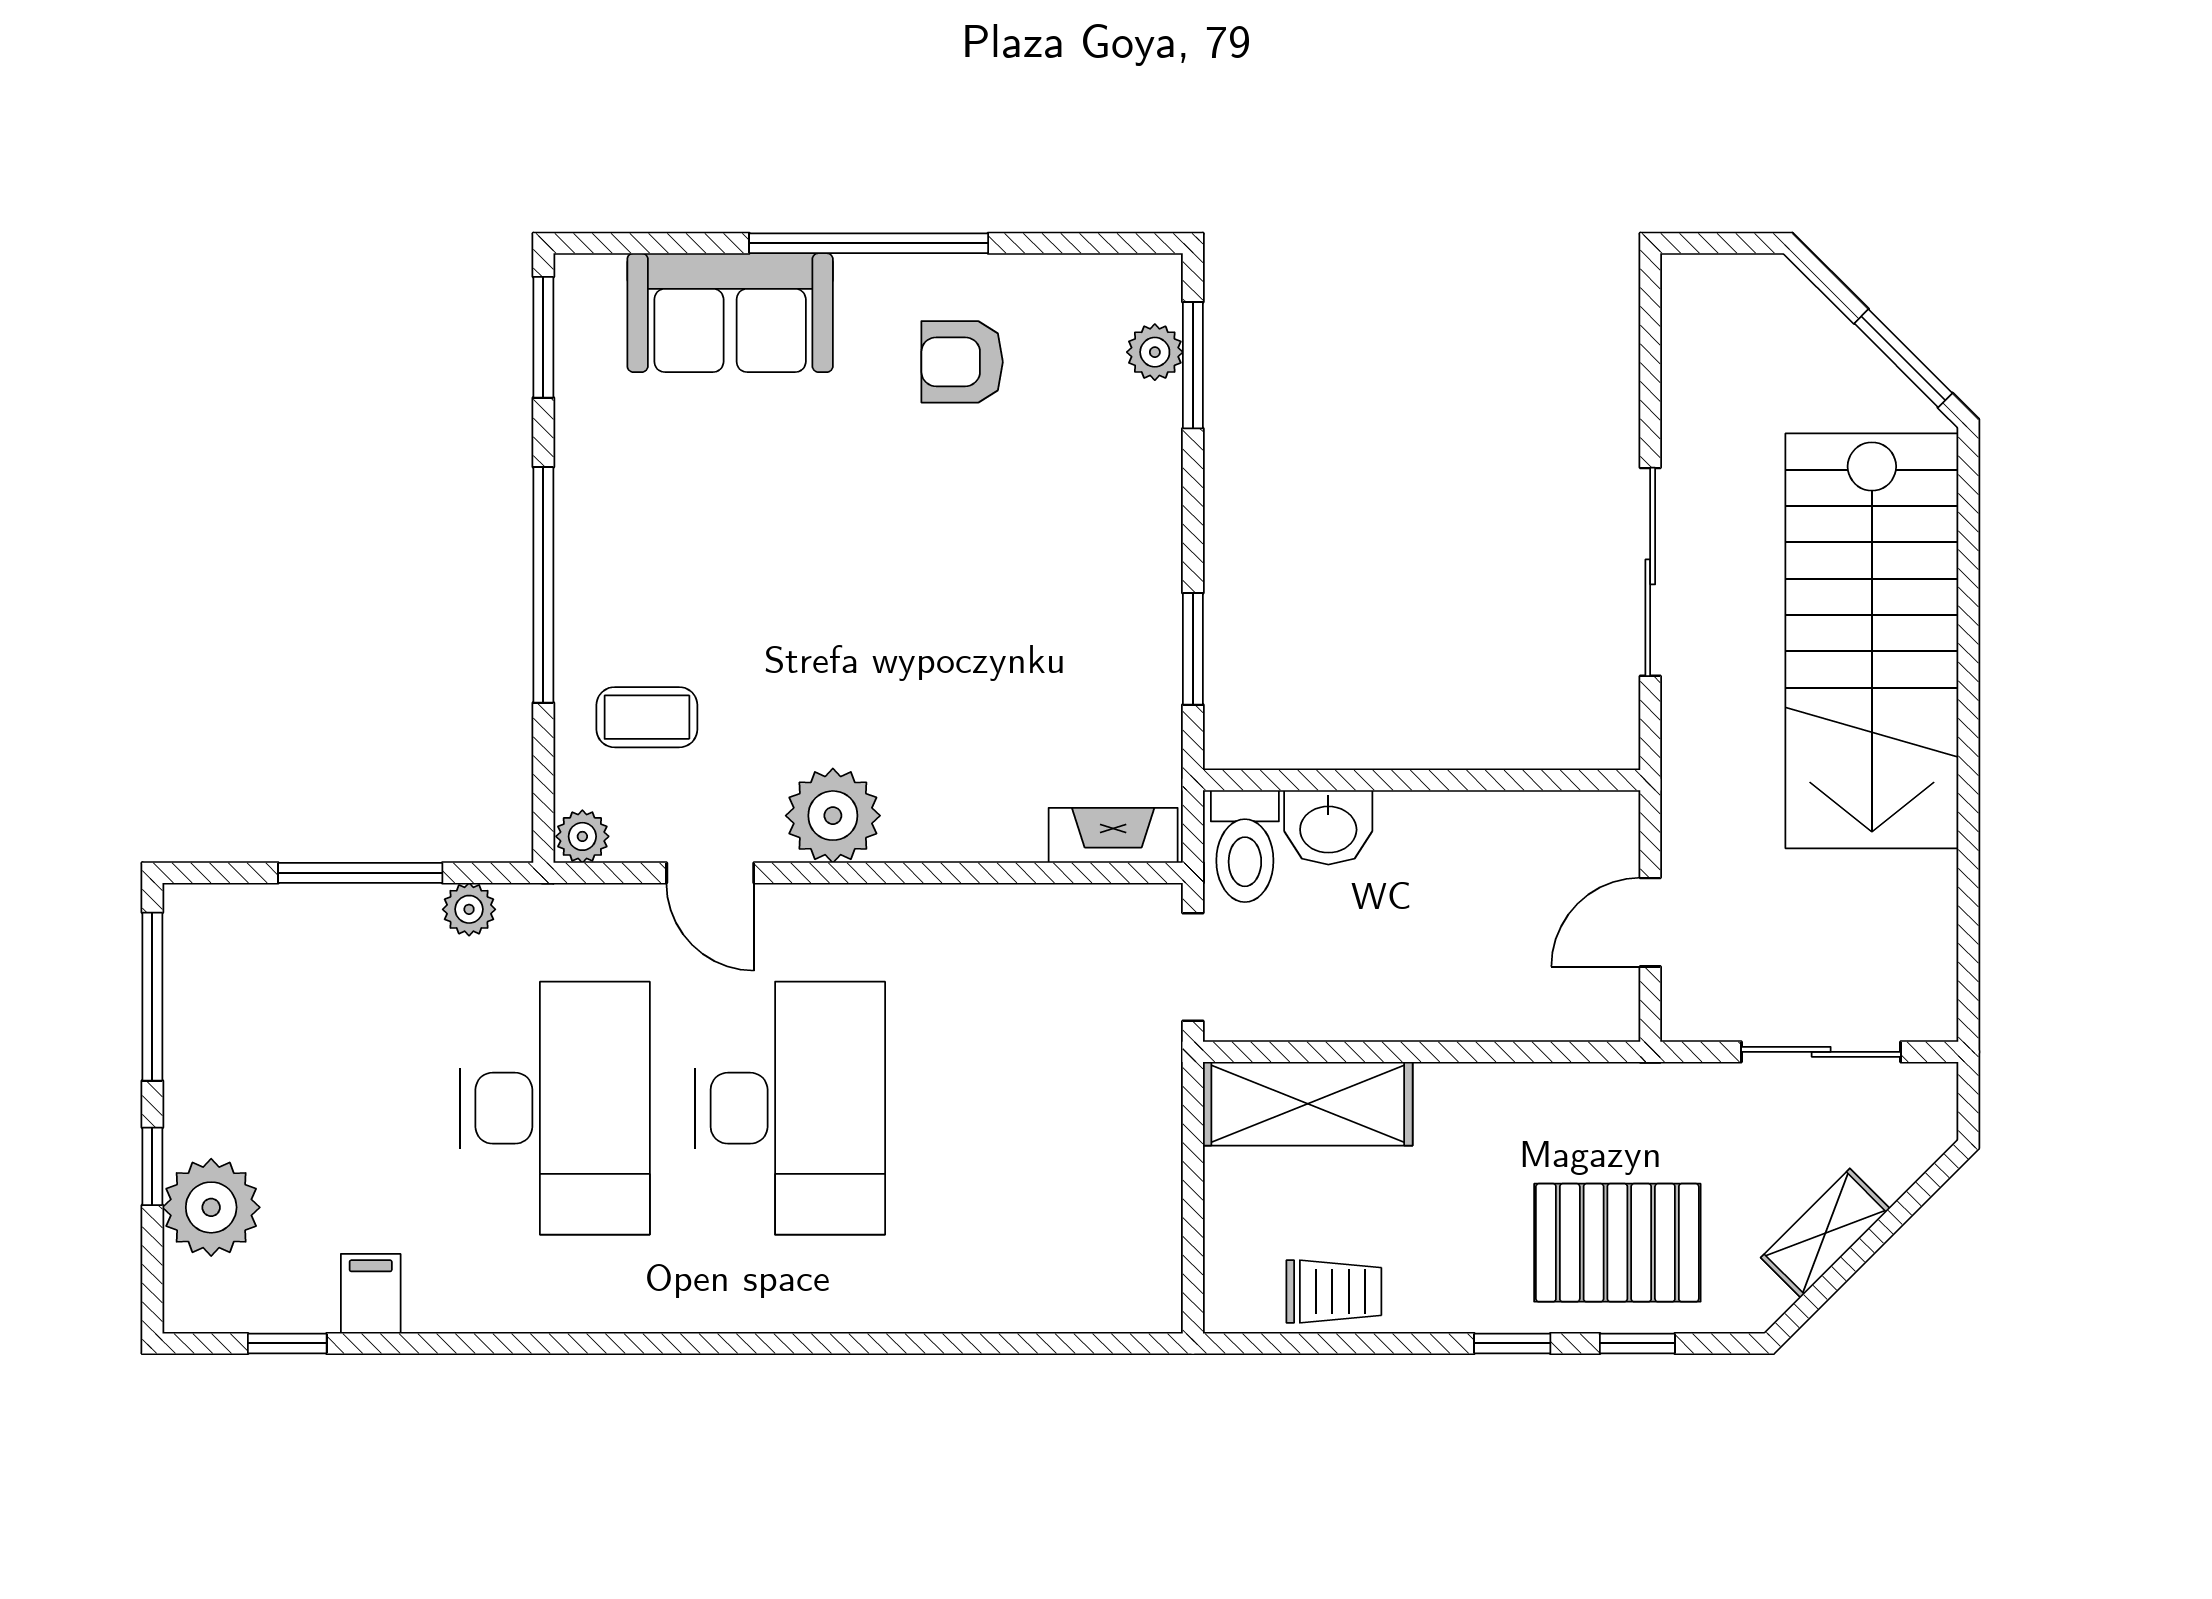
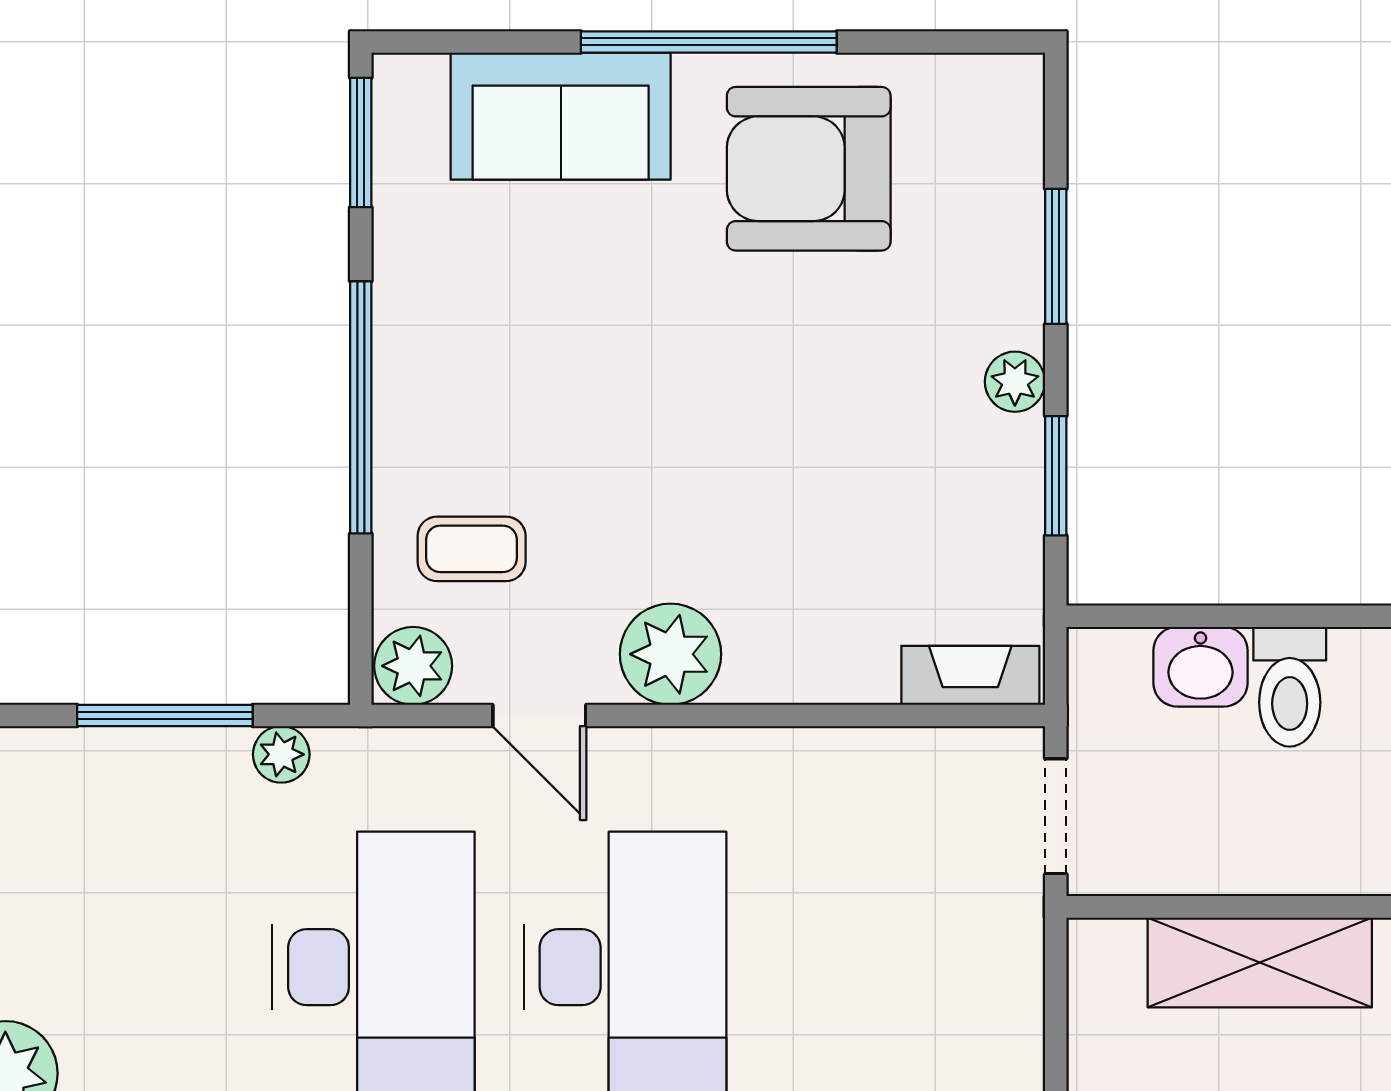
plant: (1155, 352) -> (1015, 382), moved
armchair: (962, 362) -> (809, 169), width x1.88, depth x1.88
window: (1193, 365) -> (1056, 256), moved
plant: (582, 836) -> (413, 666), width x1.38, depth x1.38
toilet: (1245, 846) -> (1290, 687), moved
shelving: (1308, 1104) -> (1260, 962), moved

